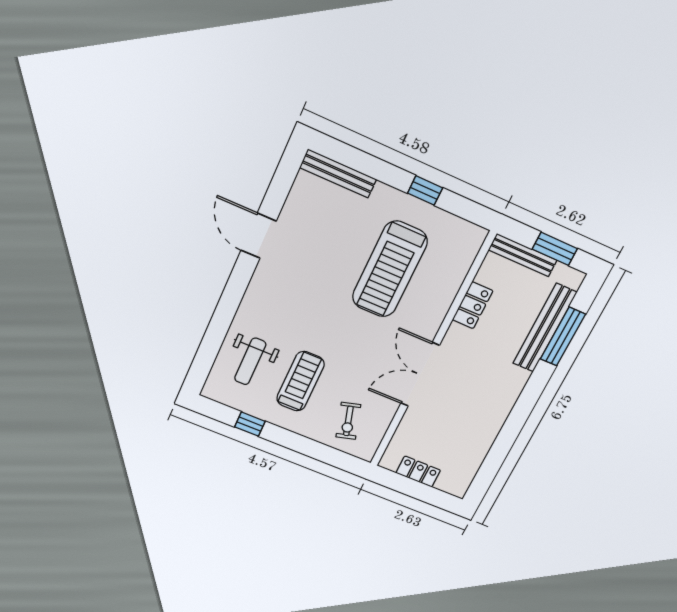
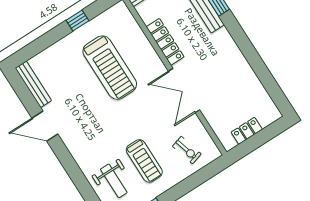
bench: (338, 173) -> (33, 84), moved, turned 90
locker: (473, 305) -> (165, 42), width x1.53
treadmill: (300, 381) -> (144, 161), turned 180

